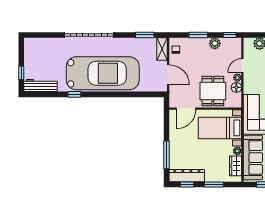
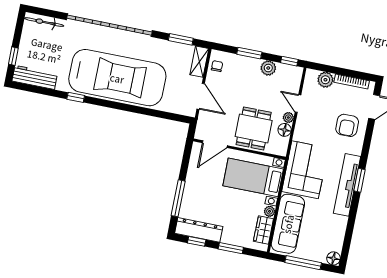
garage door: (89, 35) -> (109, 25), width x1.36
bicycle: (39, 43) -> (44, 22), added
door: (242, 66) -> (298, 103), hinge flipped

